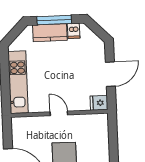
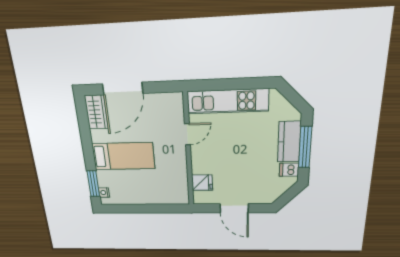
fridge: (99, 103) -> (202, 183), moved, turned 90
door: (59, 113) -> (187, 134), moved

